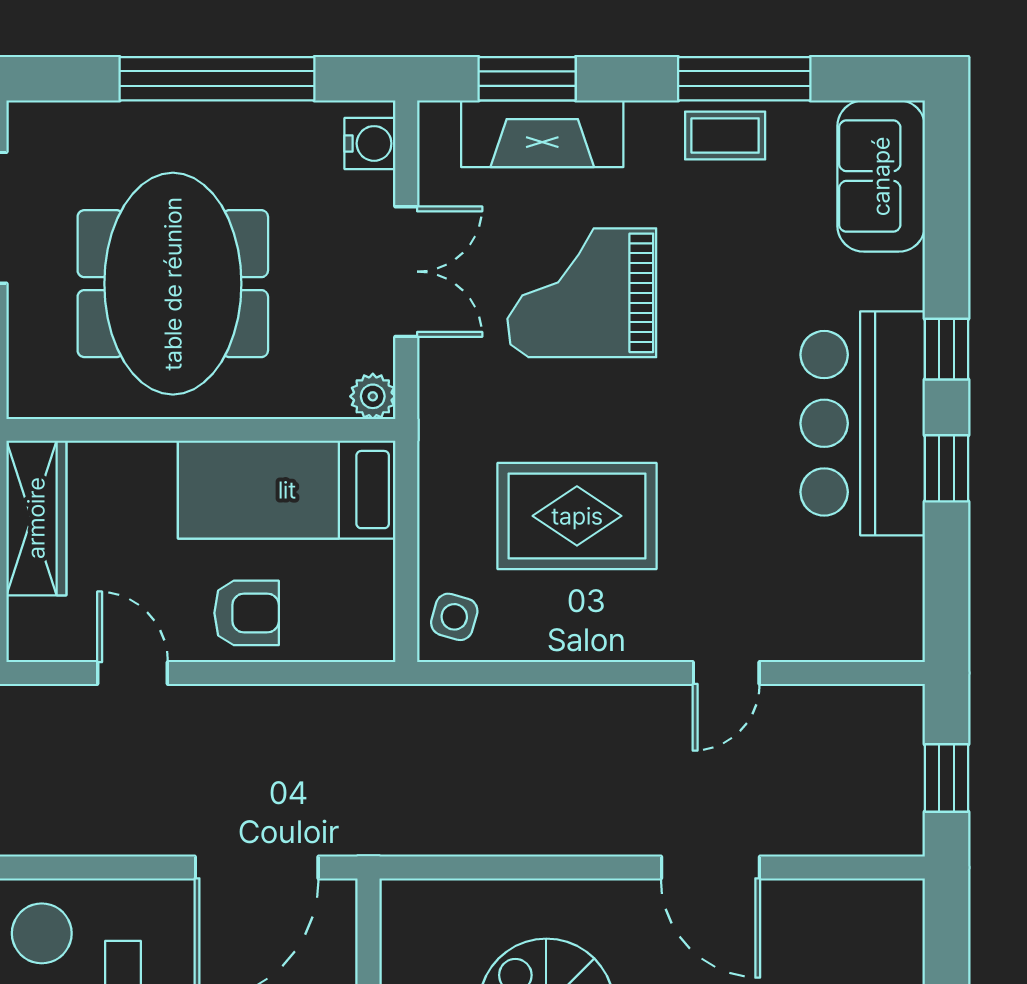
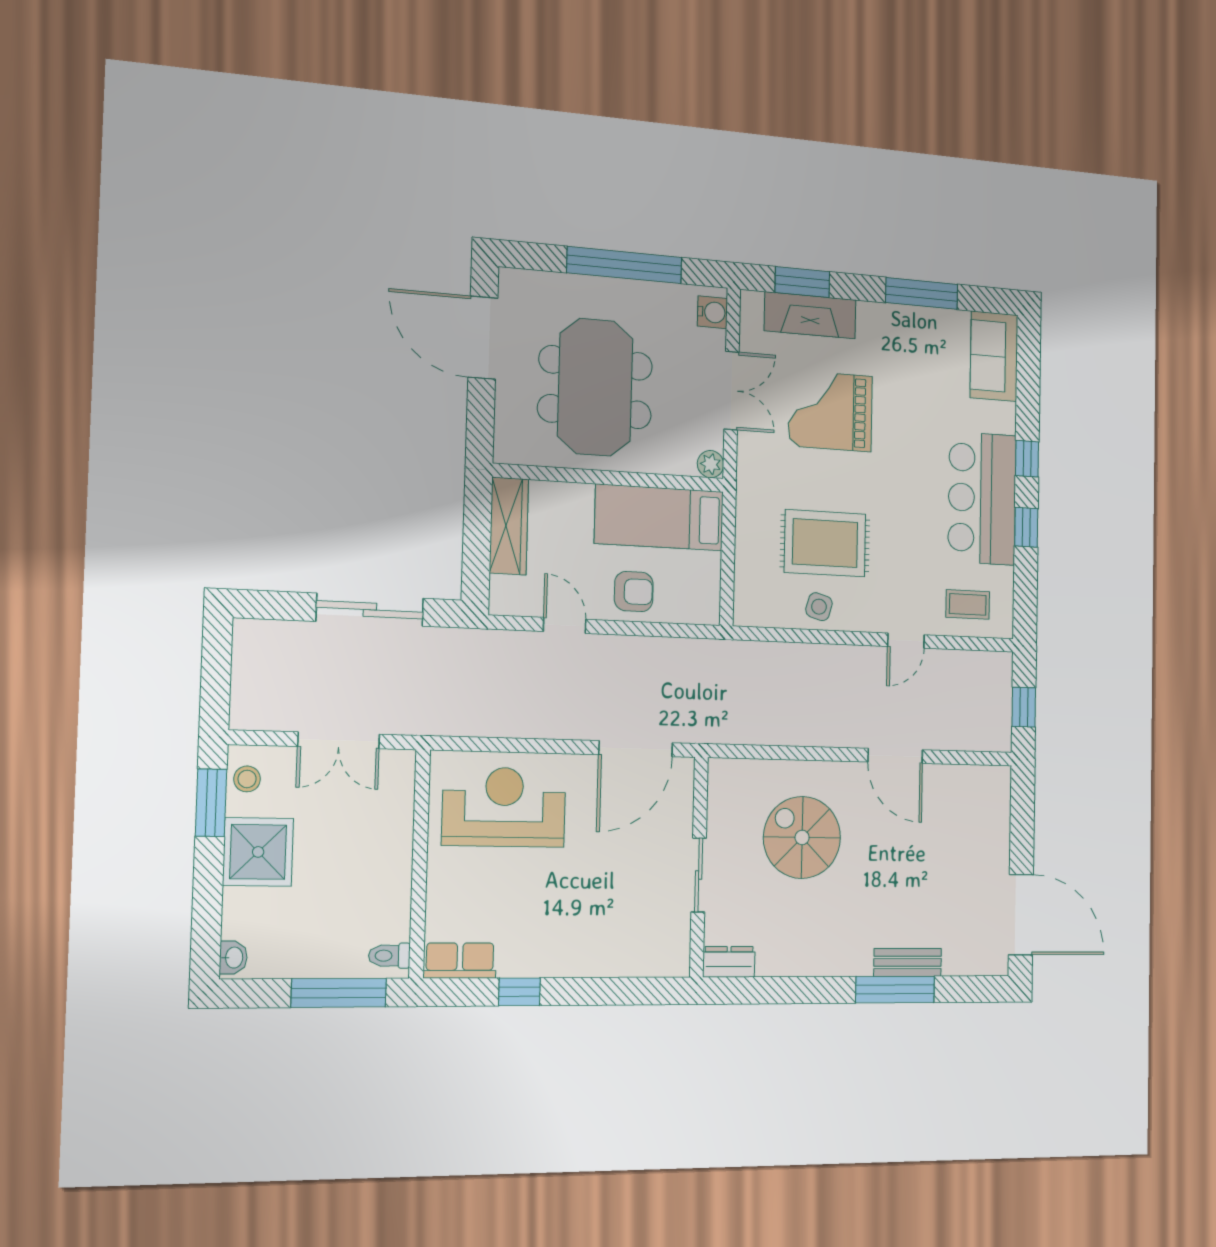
coffee table: (725, 135) -> (968, 604), moved
side table: (454, 617) -> (819, 607), moved

